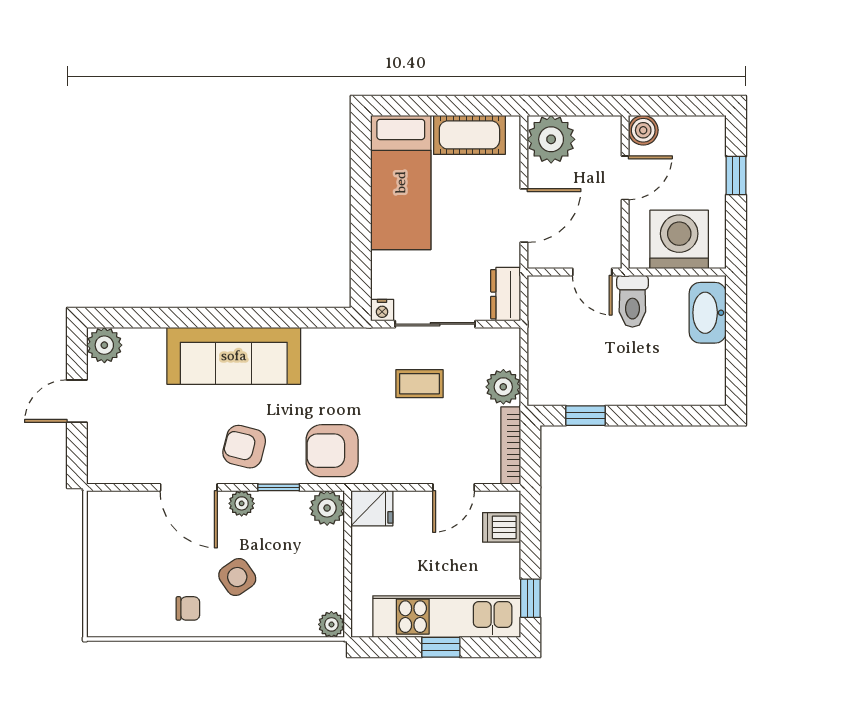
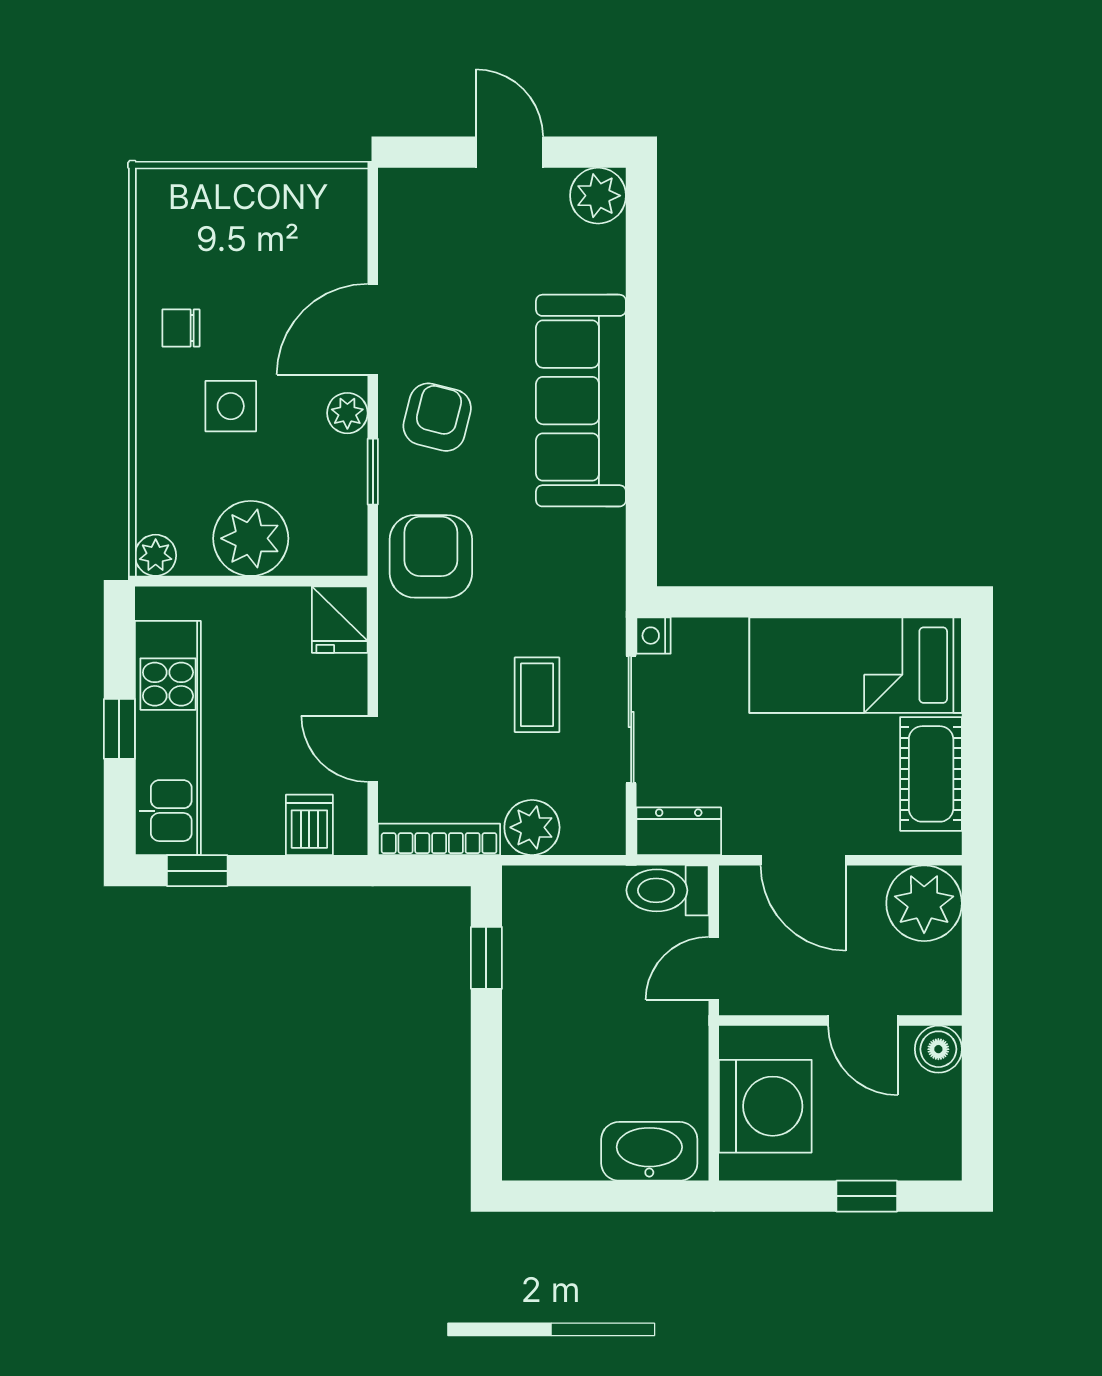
toilet: (632, 301) -> (668, 890), moved
plant: (327, 508) -> (251, 538), moved, width x1.36, depth x1.36
side table: (237, 577) -> (231, 406), turned 34
chair: (188, 608) -> (181, 328), turned 90

